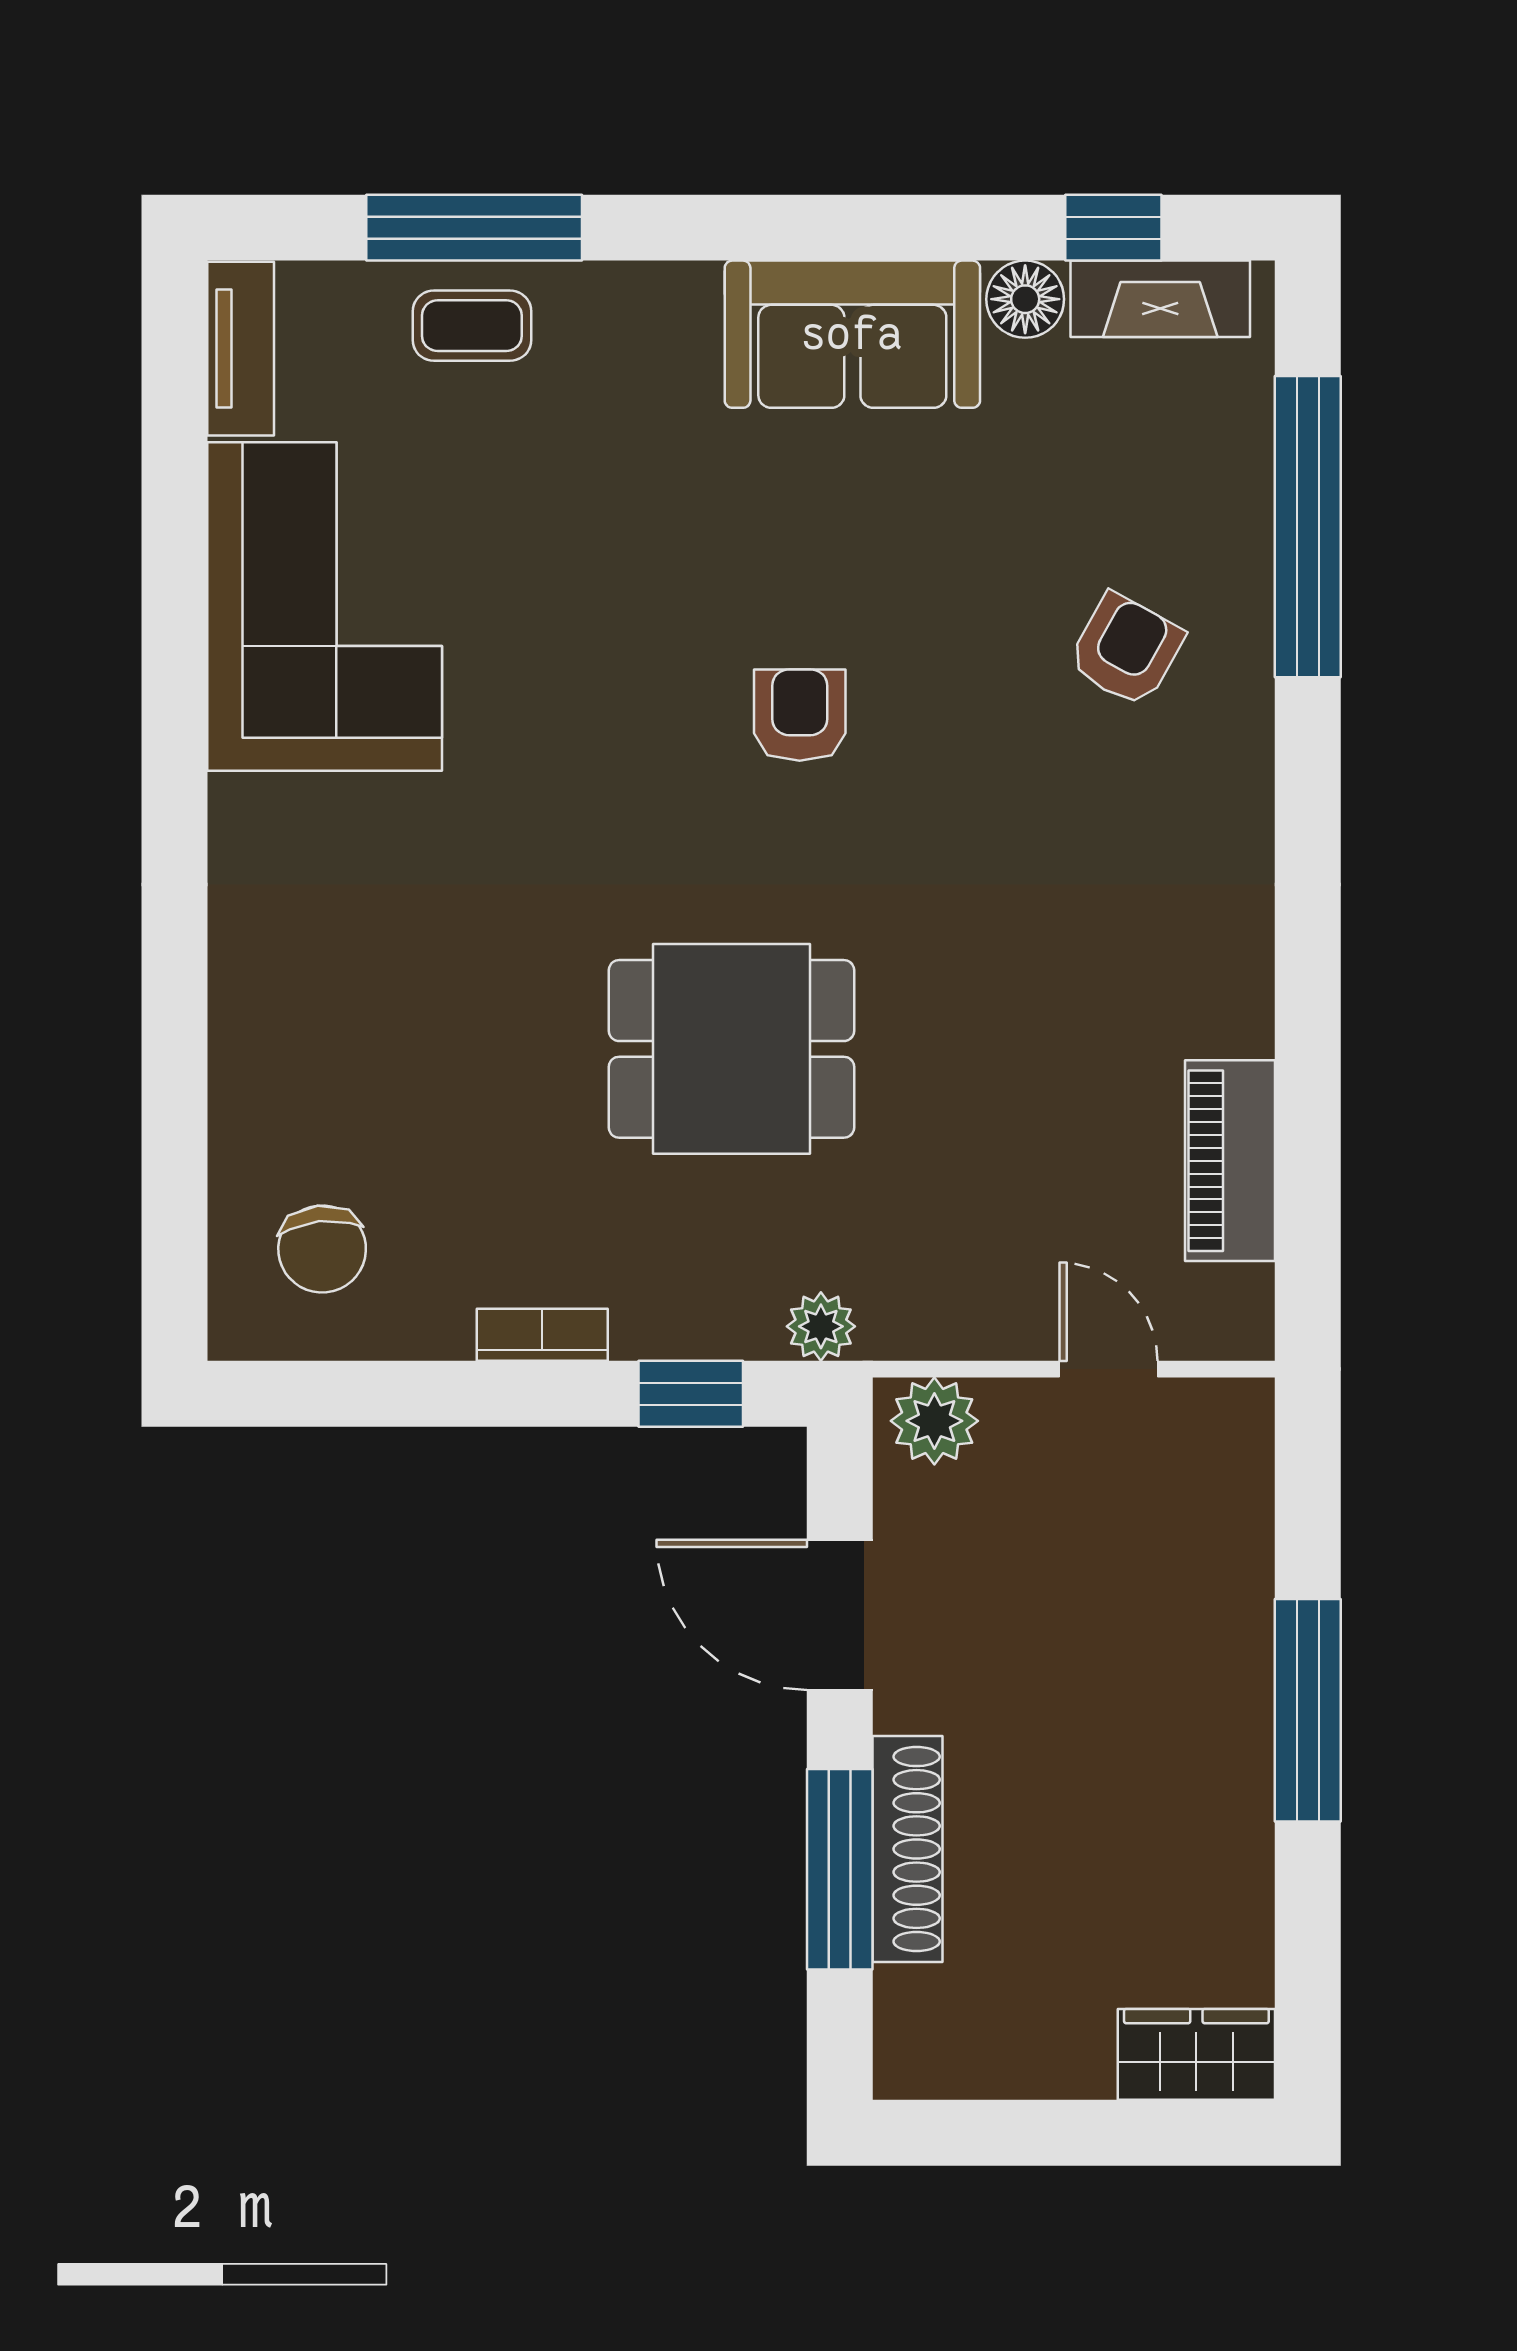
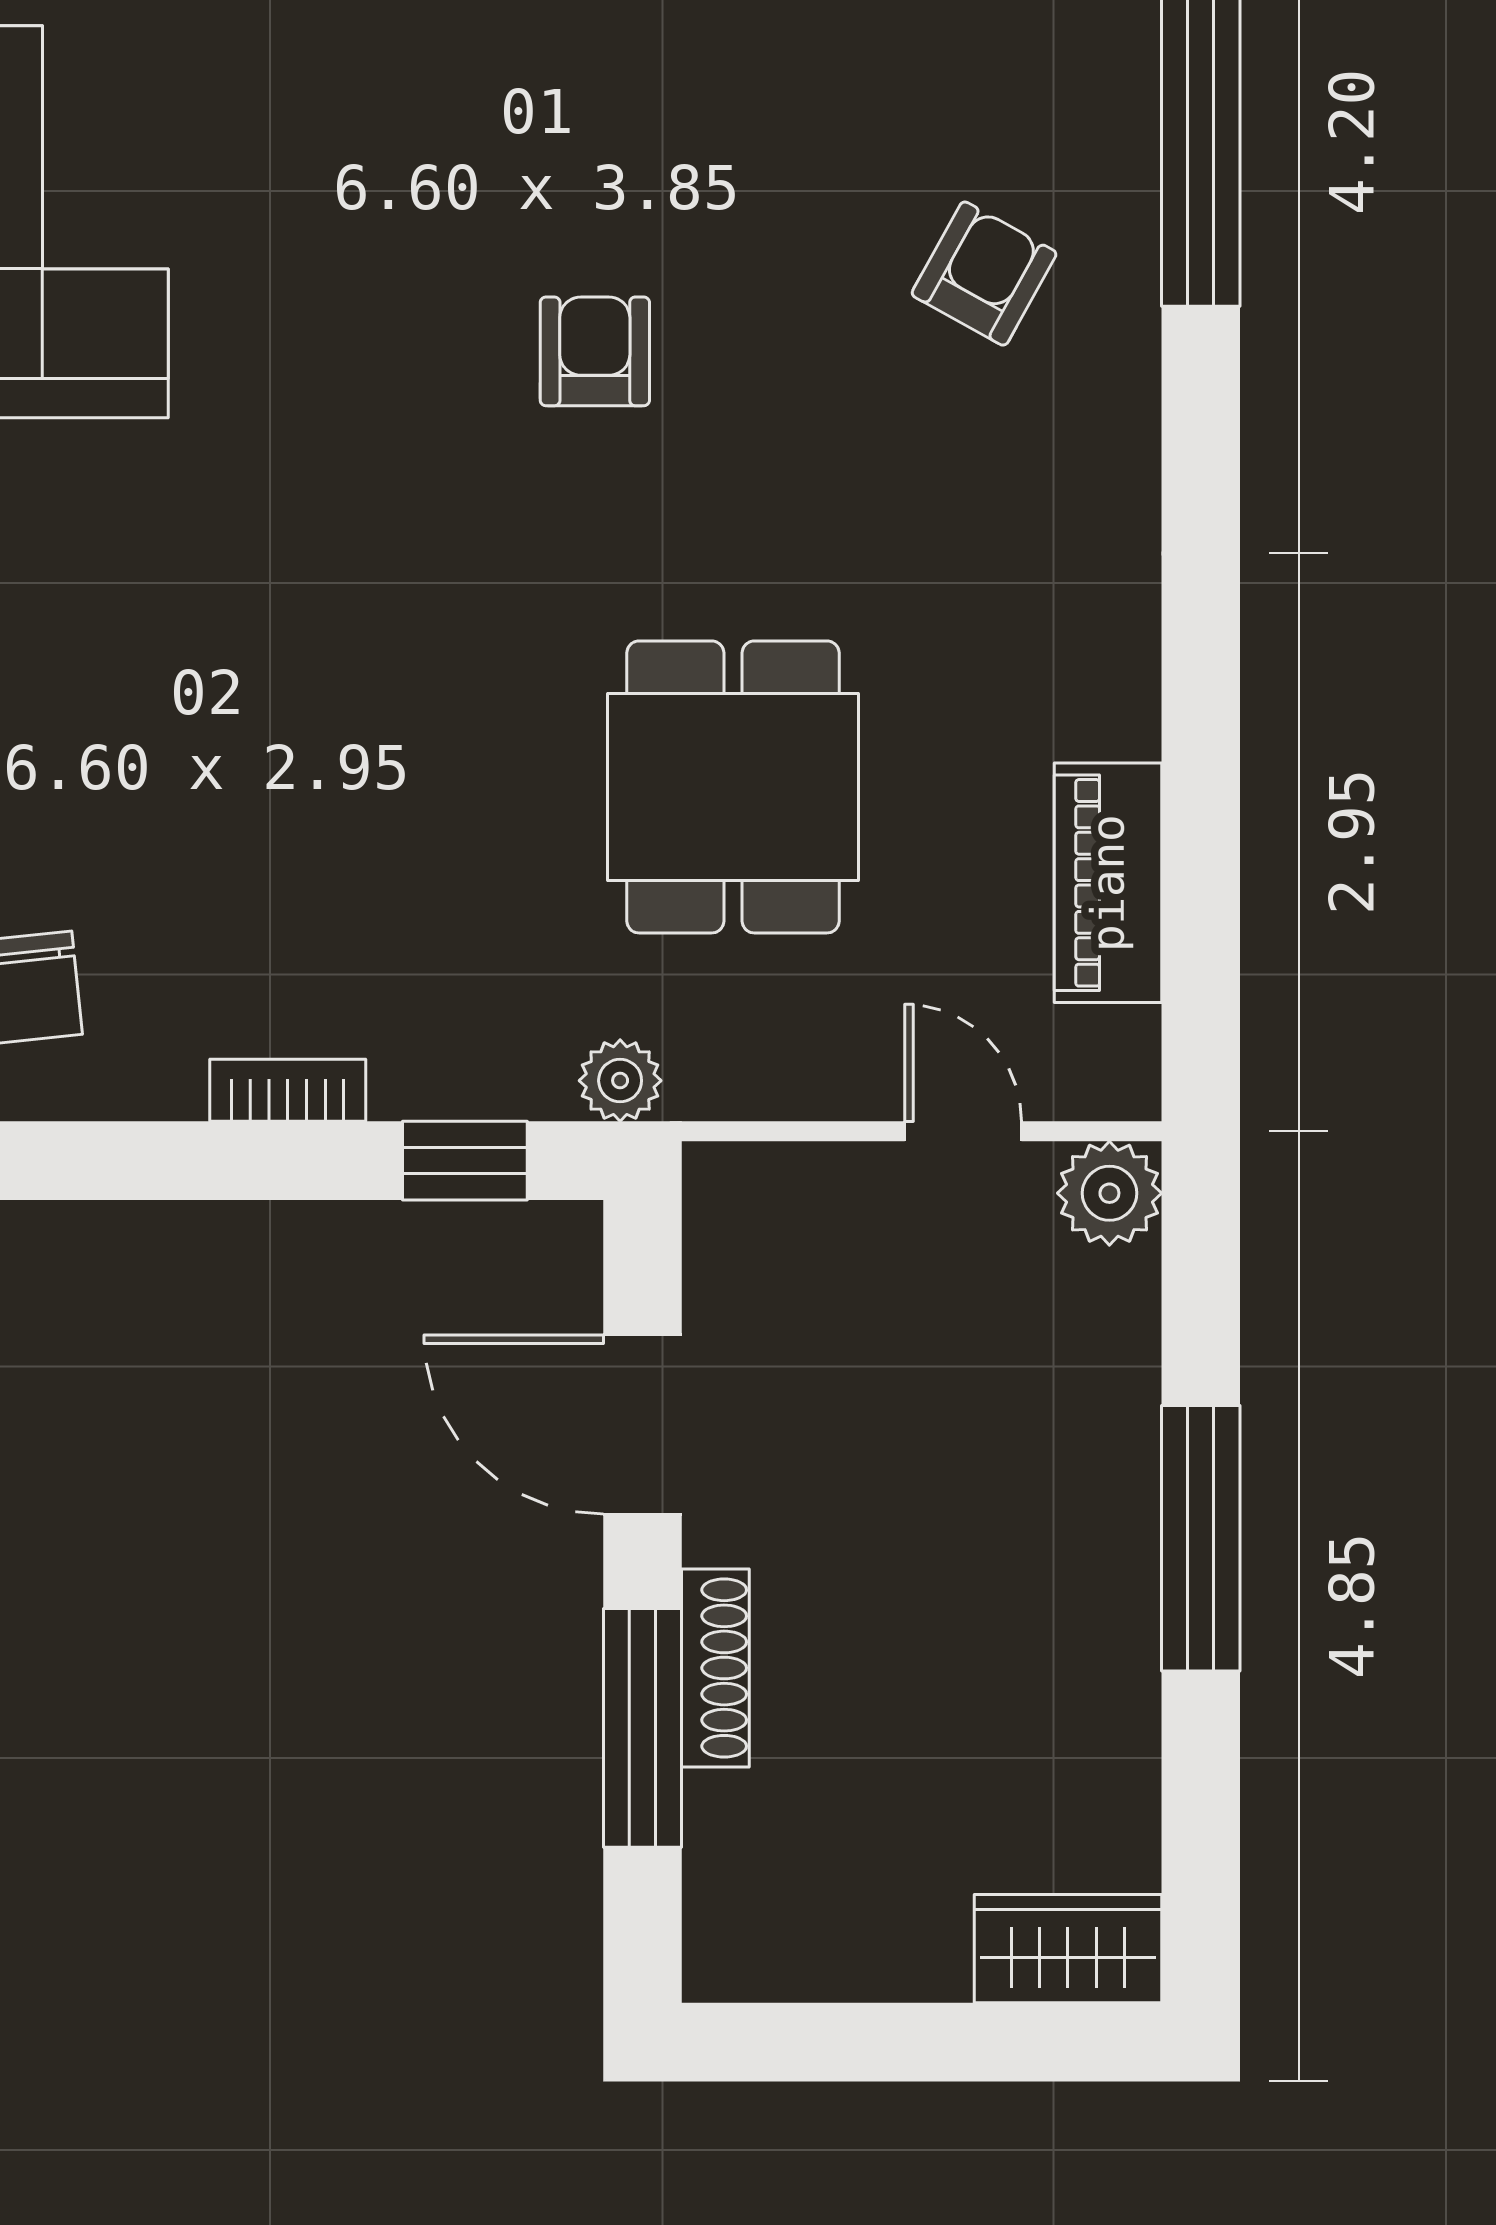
dining table: (731, 1049) -> (733, 787), moved, turned 90
plant: (934, 1421) -> (1109, 1193), moved
shoe rack: (907, 1849) -> (715, 1668), width x0.74, depth x0.81

